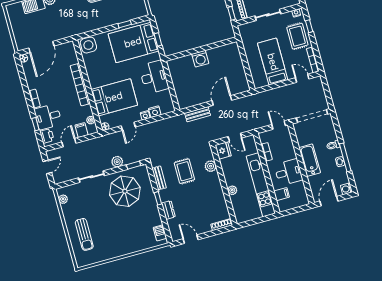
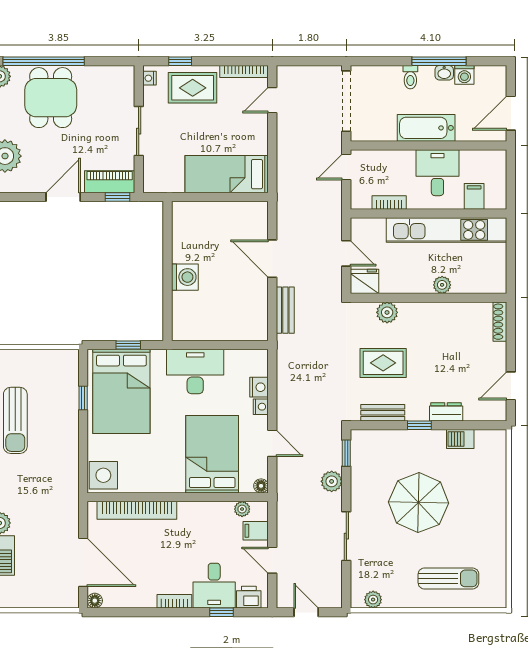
bed: (273, 62) -> (227, 174), moved
bookcase: (80, 85) -> (137, 510), moved
door: (235, 137) -> (346, 253), hinge flipped
washing machine: (346, 189) -> (464, 75), moved
parasol: (125, 191) -> (418, 503), moved
door: (329, 201) -> (511, 113), hinge flipped
barbecue: (160, 233) -> (460, 439), moved

